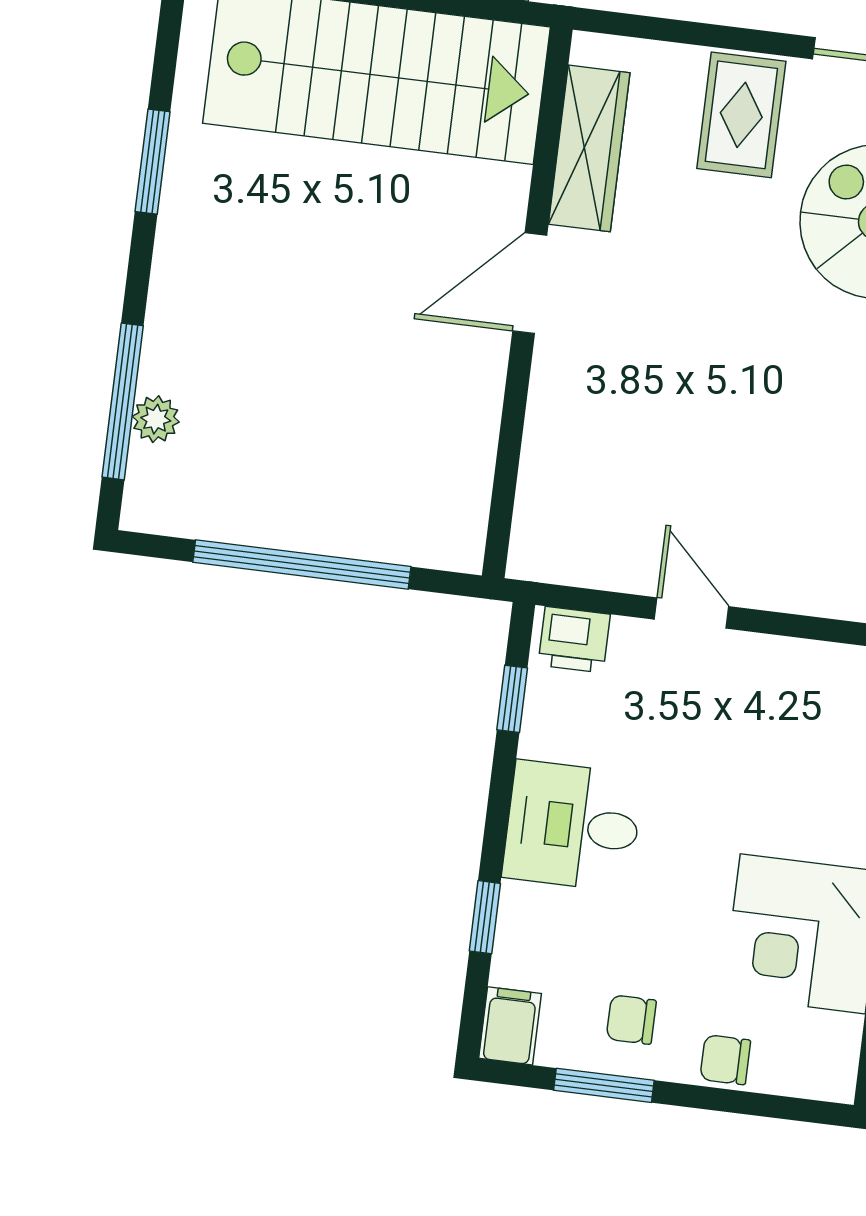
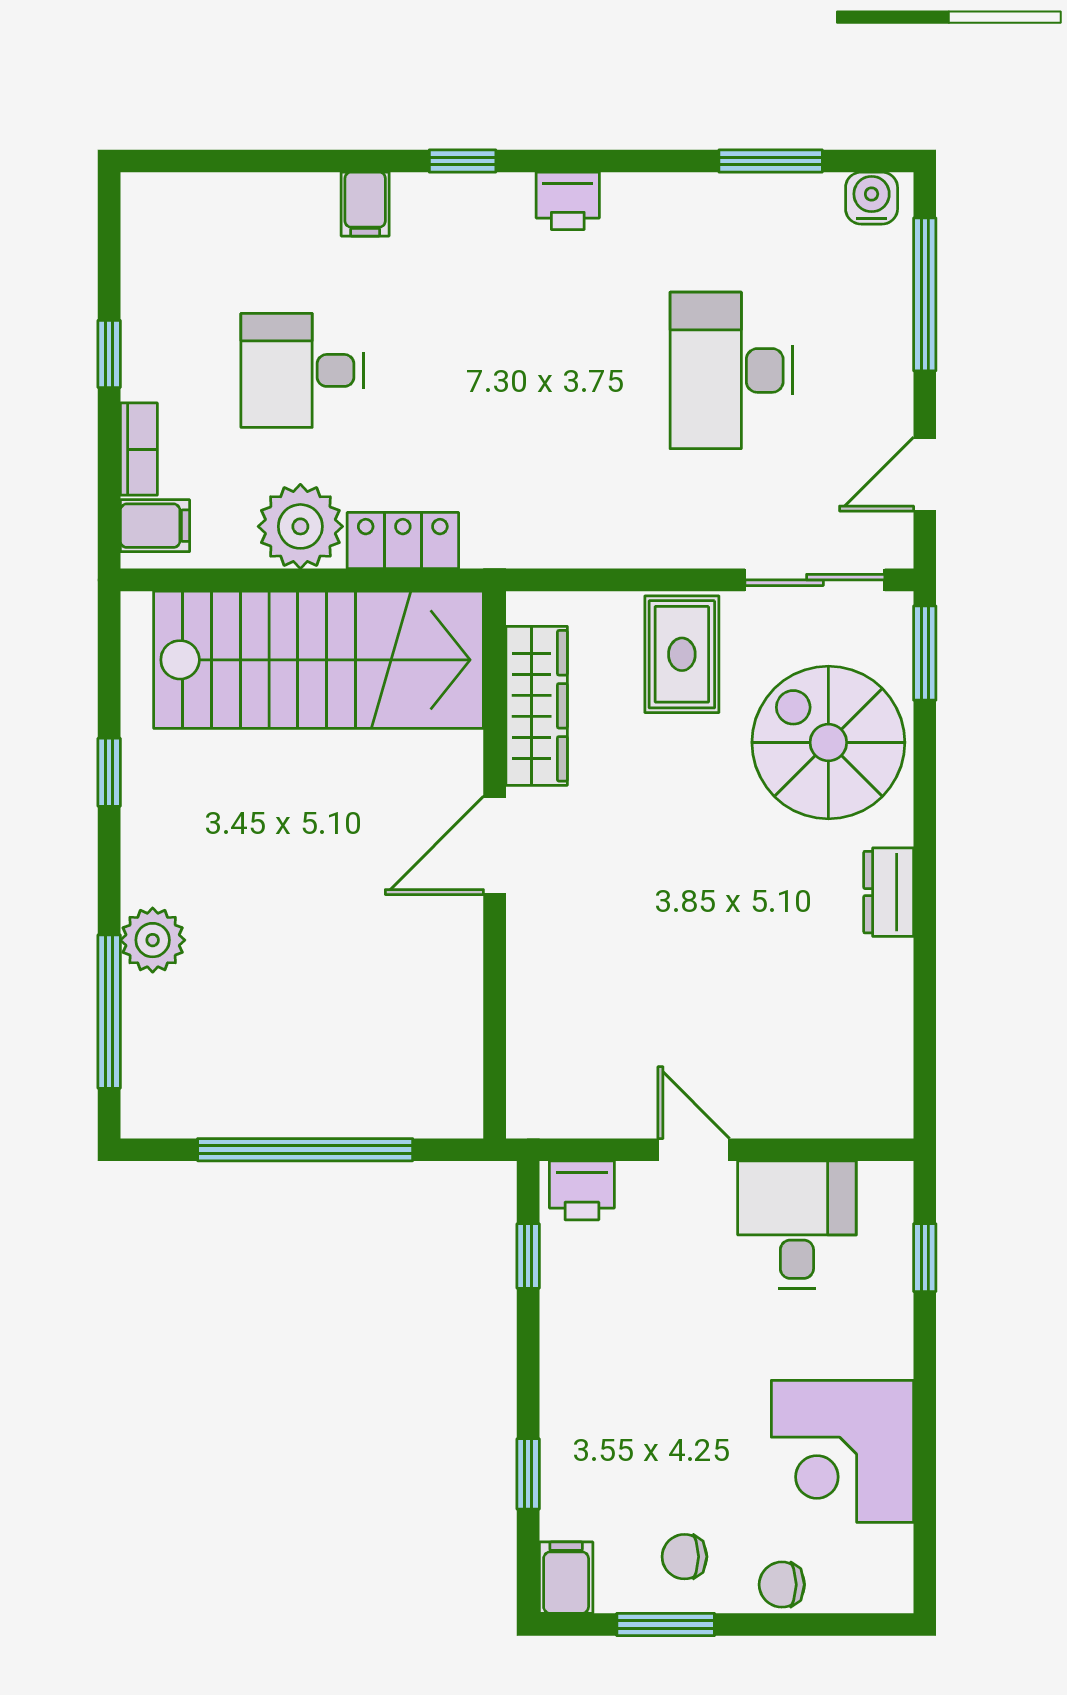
window: (153, 162) -> (109, 772), width x0.67
plant: (156, 419) -> (153, 940), moved, width x1.38, depth x1.38
desk: (573, 826) -> (797, 1225), moved, turned 90

